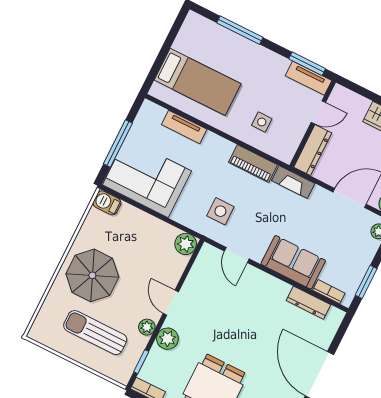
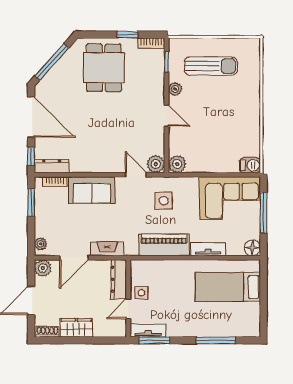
floor lamp: (149, 111) -> (252, 248), added
side table: (262, 122) -> (141, 293), moved
tv unit: (184, 127) -> (208, 249), moved
piano: (253, 164) -> (164, 245), width x1.37, depth x1.33
fireplace: (293, 182) -> (107, 249), moved
parasol: (92, 275) -> (234, 107), removed
dresser: (308, 303) -> (52, 166), moved
window: (341, 332) -> (31, 156), added
plant: (167, 339) -> (156, 164), moved

